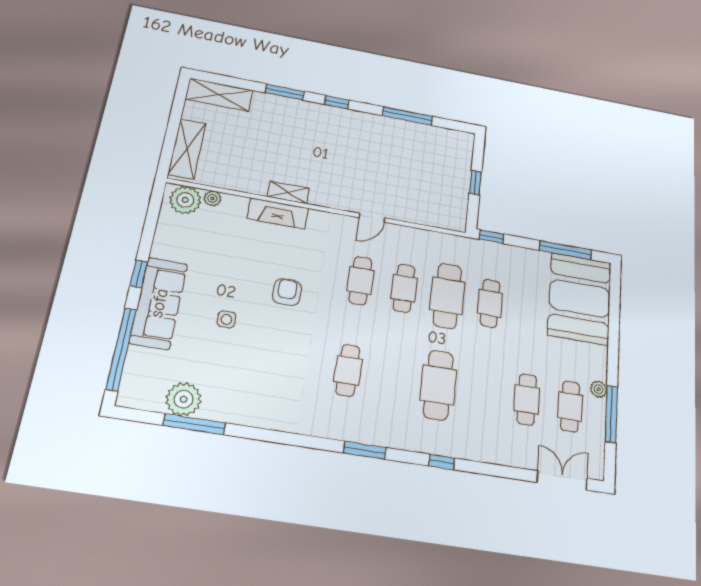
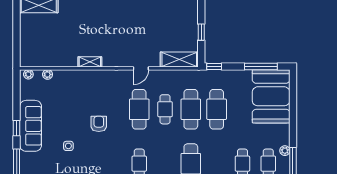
shelving: (187, 149) -> (179, 59), moved, turned 90
plant: (185, 200) -> (28, 74), width x0.53, depth x0.53
fireplace: (278, 213) -> (86, 76), removed
cafe table: (360, 281) -> (139, 109), width x1.37, depth x1.35
sofa: (159, 303) -> (31, 126), moved
cafe table: (490, 303) -> (217, 109), width x1.37, depth x1.35

